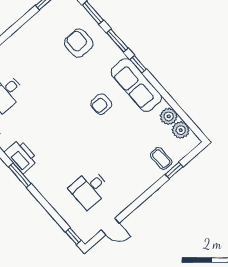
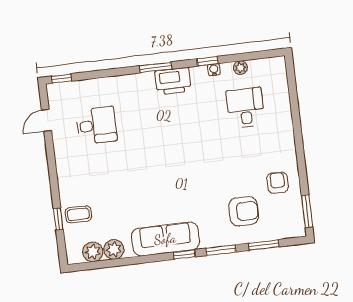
armchair: (101, 104) -> (278, 183), moved
desk: (90, 189) -> (96, 125), turned 90

